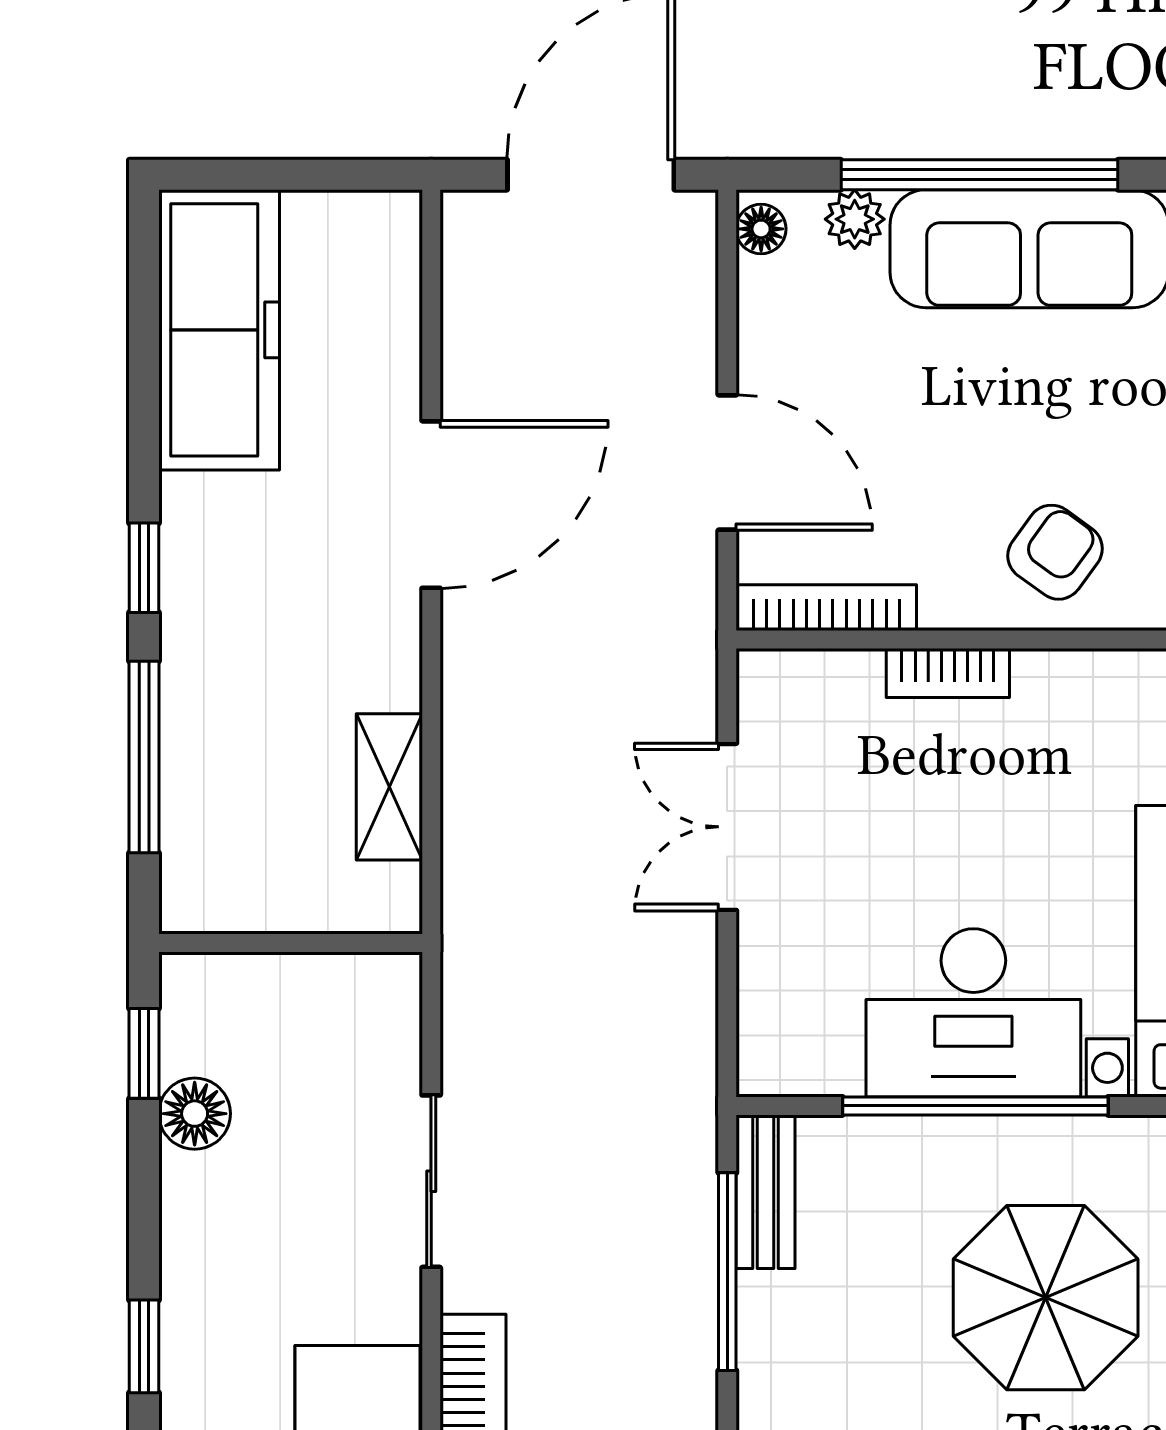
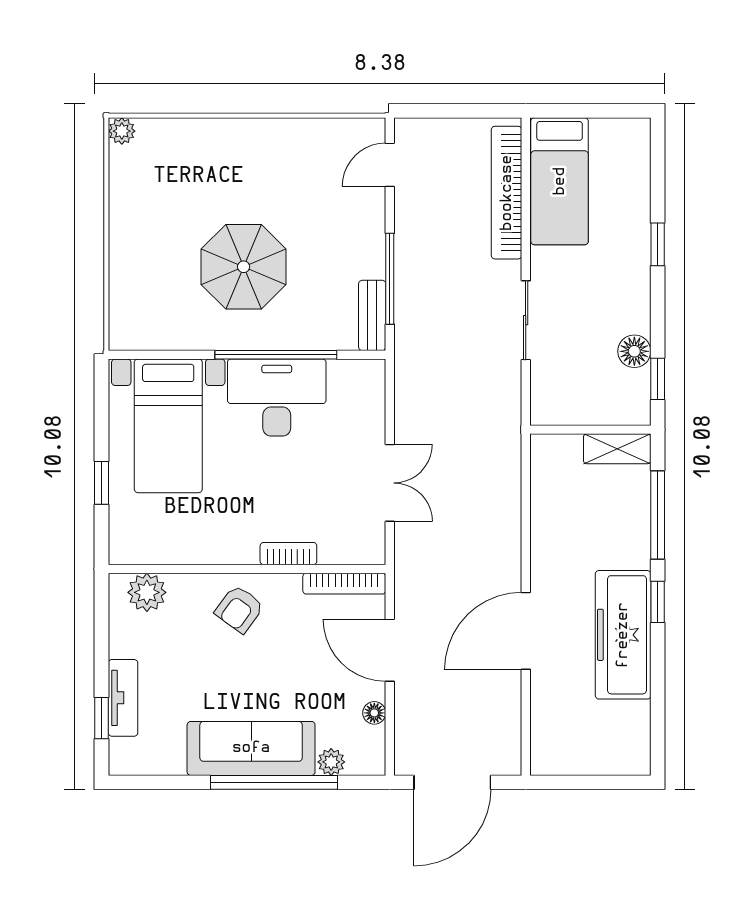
floor lamp: (761, 229) -> (374, 713), moved
freezer: (219, 330) -> (623, 635), moved
shelving: (389, 787) -> (617, 449), moved, turned 90

